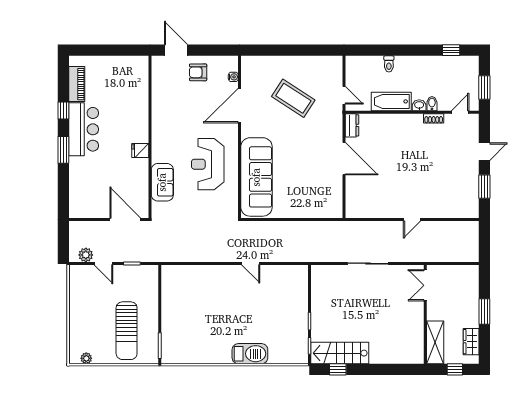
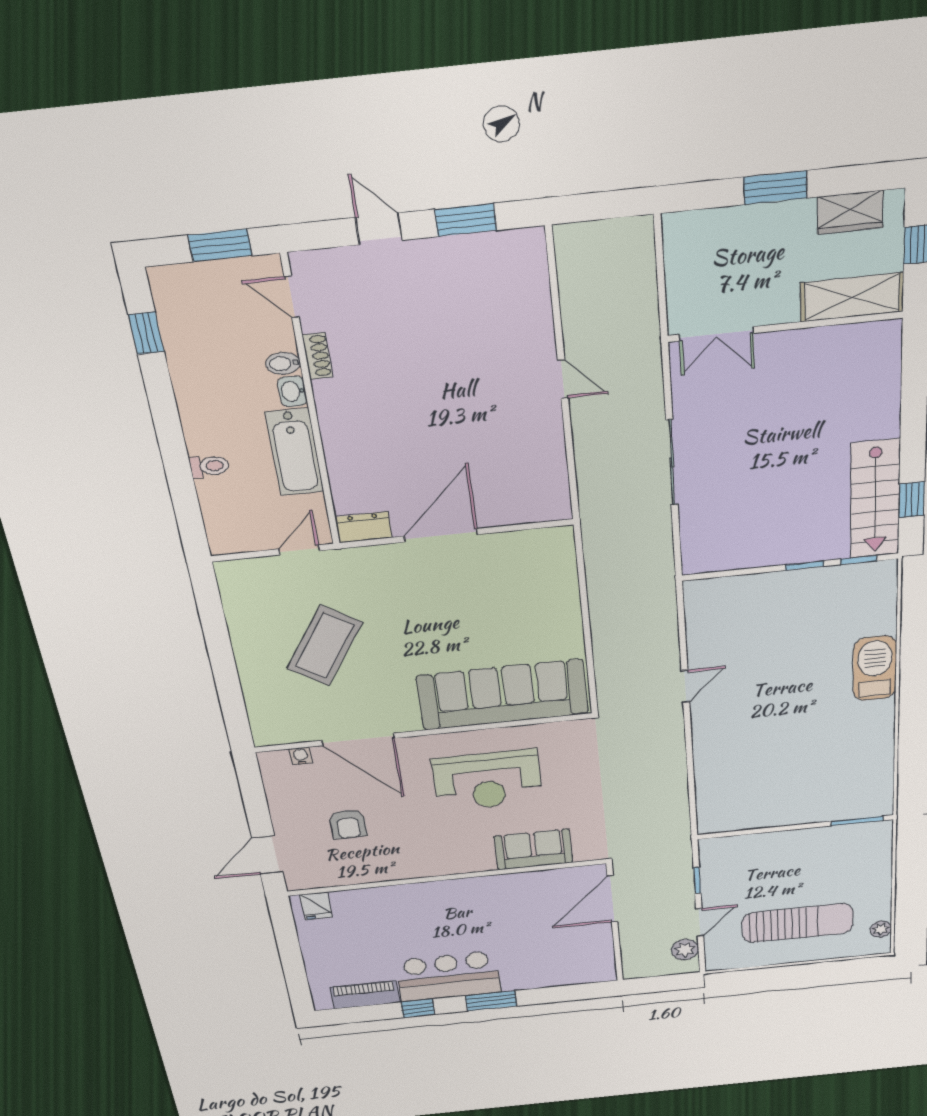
armchair: (198, 72) -> (348, 824), moved
fridge: (140, 150) -> (316, 906), moved
sun lounger: (127, 331) -> (798, 923), moved

